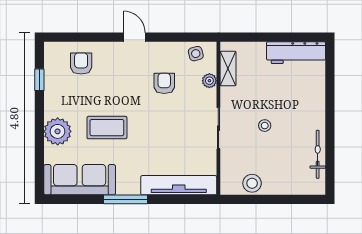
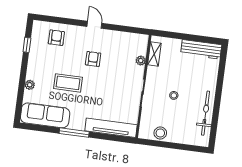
side table: (196, 54) -> (134, 41), removed
armchair: (164, 83) -> (93, 59), moved
plant: (58, 131) -> (30, 85), width x0.53, depth x0.53
bicycle: (318, 154) -> (205, 113), width x1.37, depth x1.40

